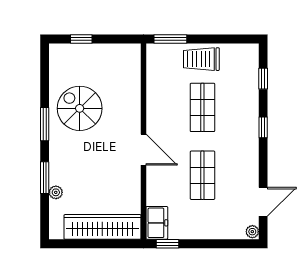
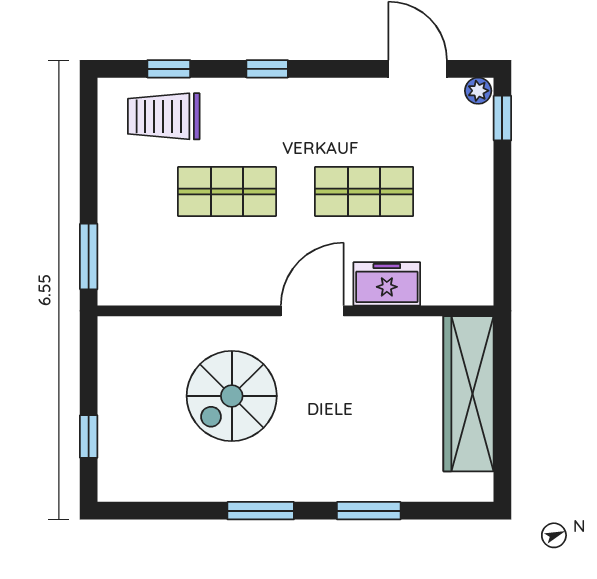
trolley: (201, 59) -> (164, 116), moved, turned 90
spiral stairs: (80, 108) -> (232, 396), moved
plant: (56, 192) -> (399, 488), removed
freezer: (157, 223) -> (387, 284), moved
window: (167, 244) -> (502, 118), moved

